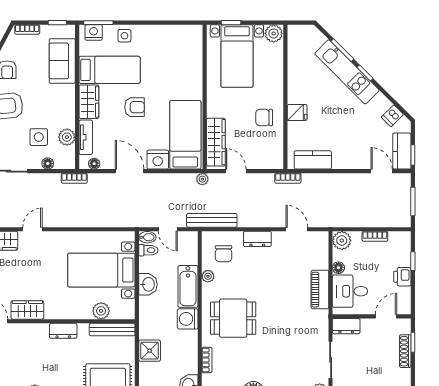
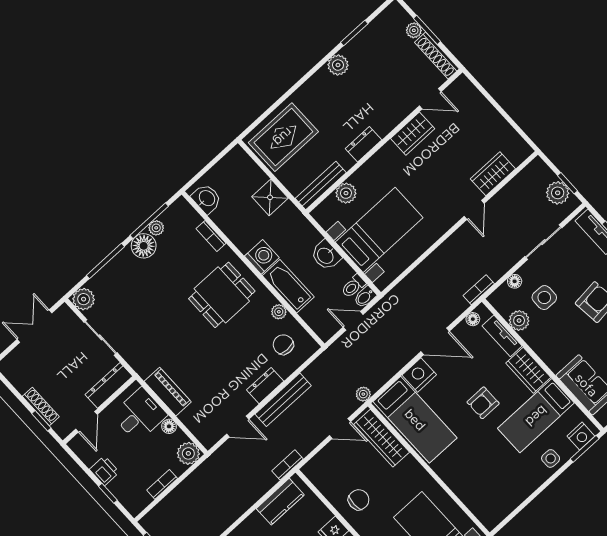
bench: (212, 220) -> (283, 400), moved
dresser: (346, 326) -> (109, 385), width x1.44

